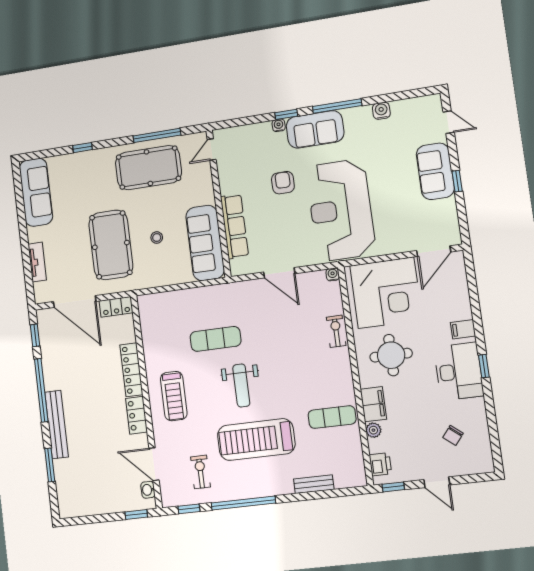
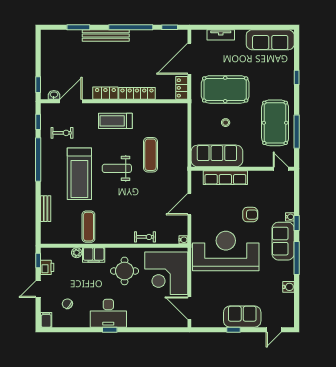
filing cabinet: (463, 329) -> (46, 320), moved
treadmill: (256, 440) -> (79, 174), turned 180
printer: (380, 464) -> (47, 267), moved, turned -90

